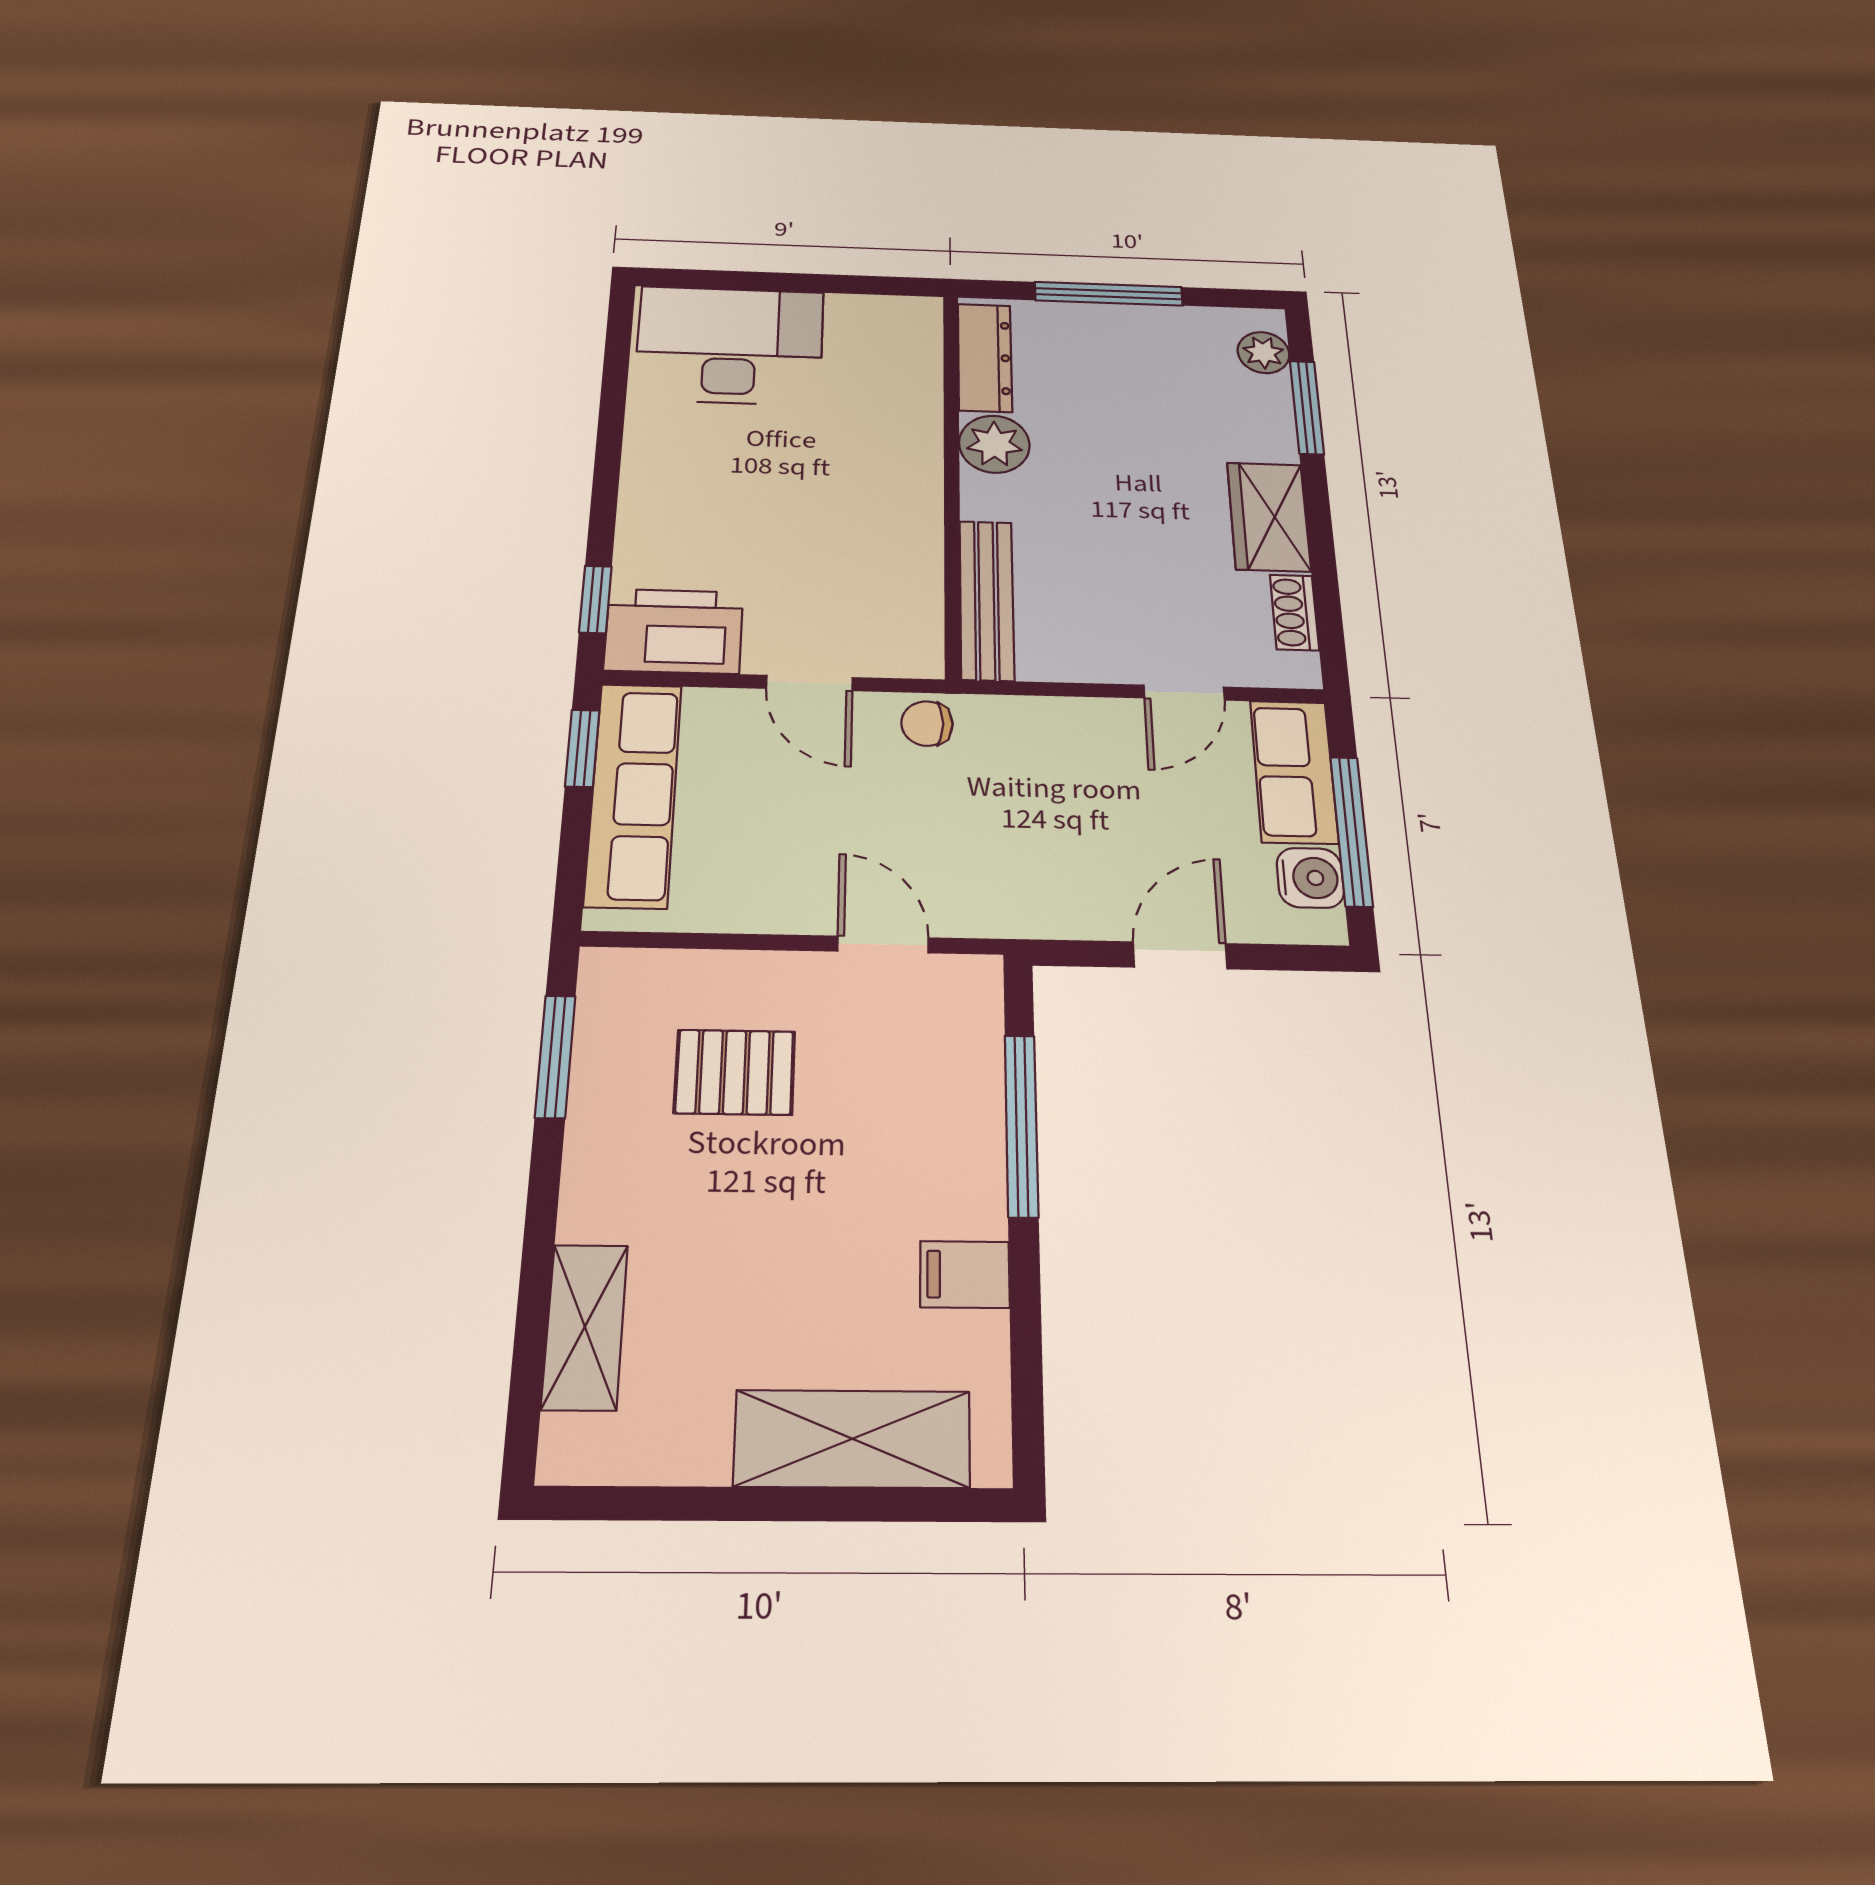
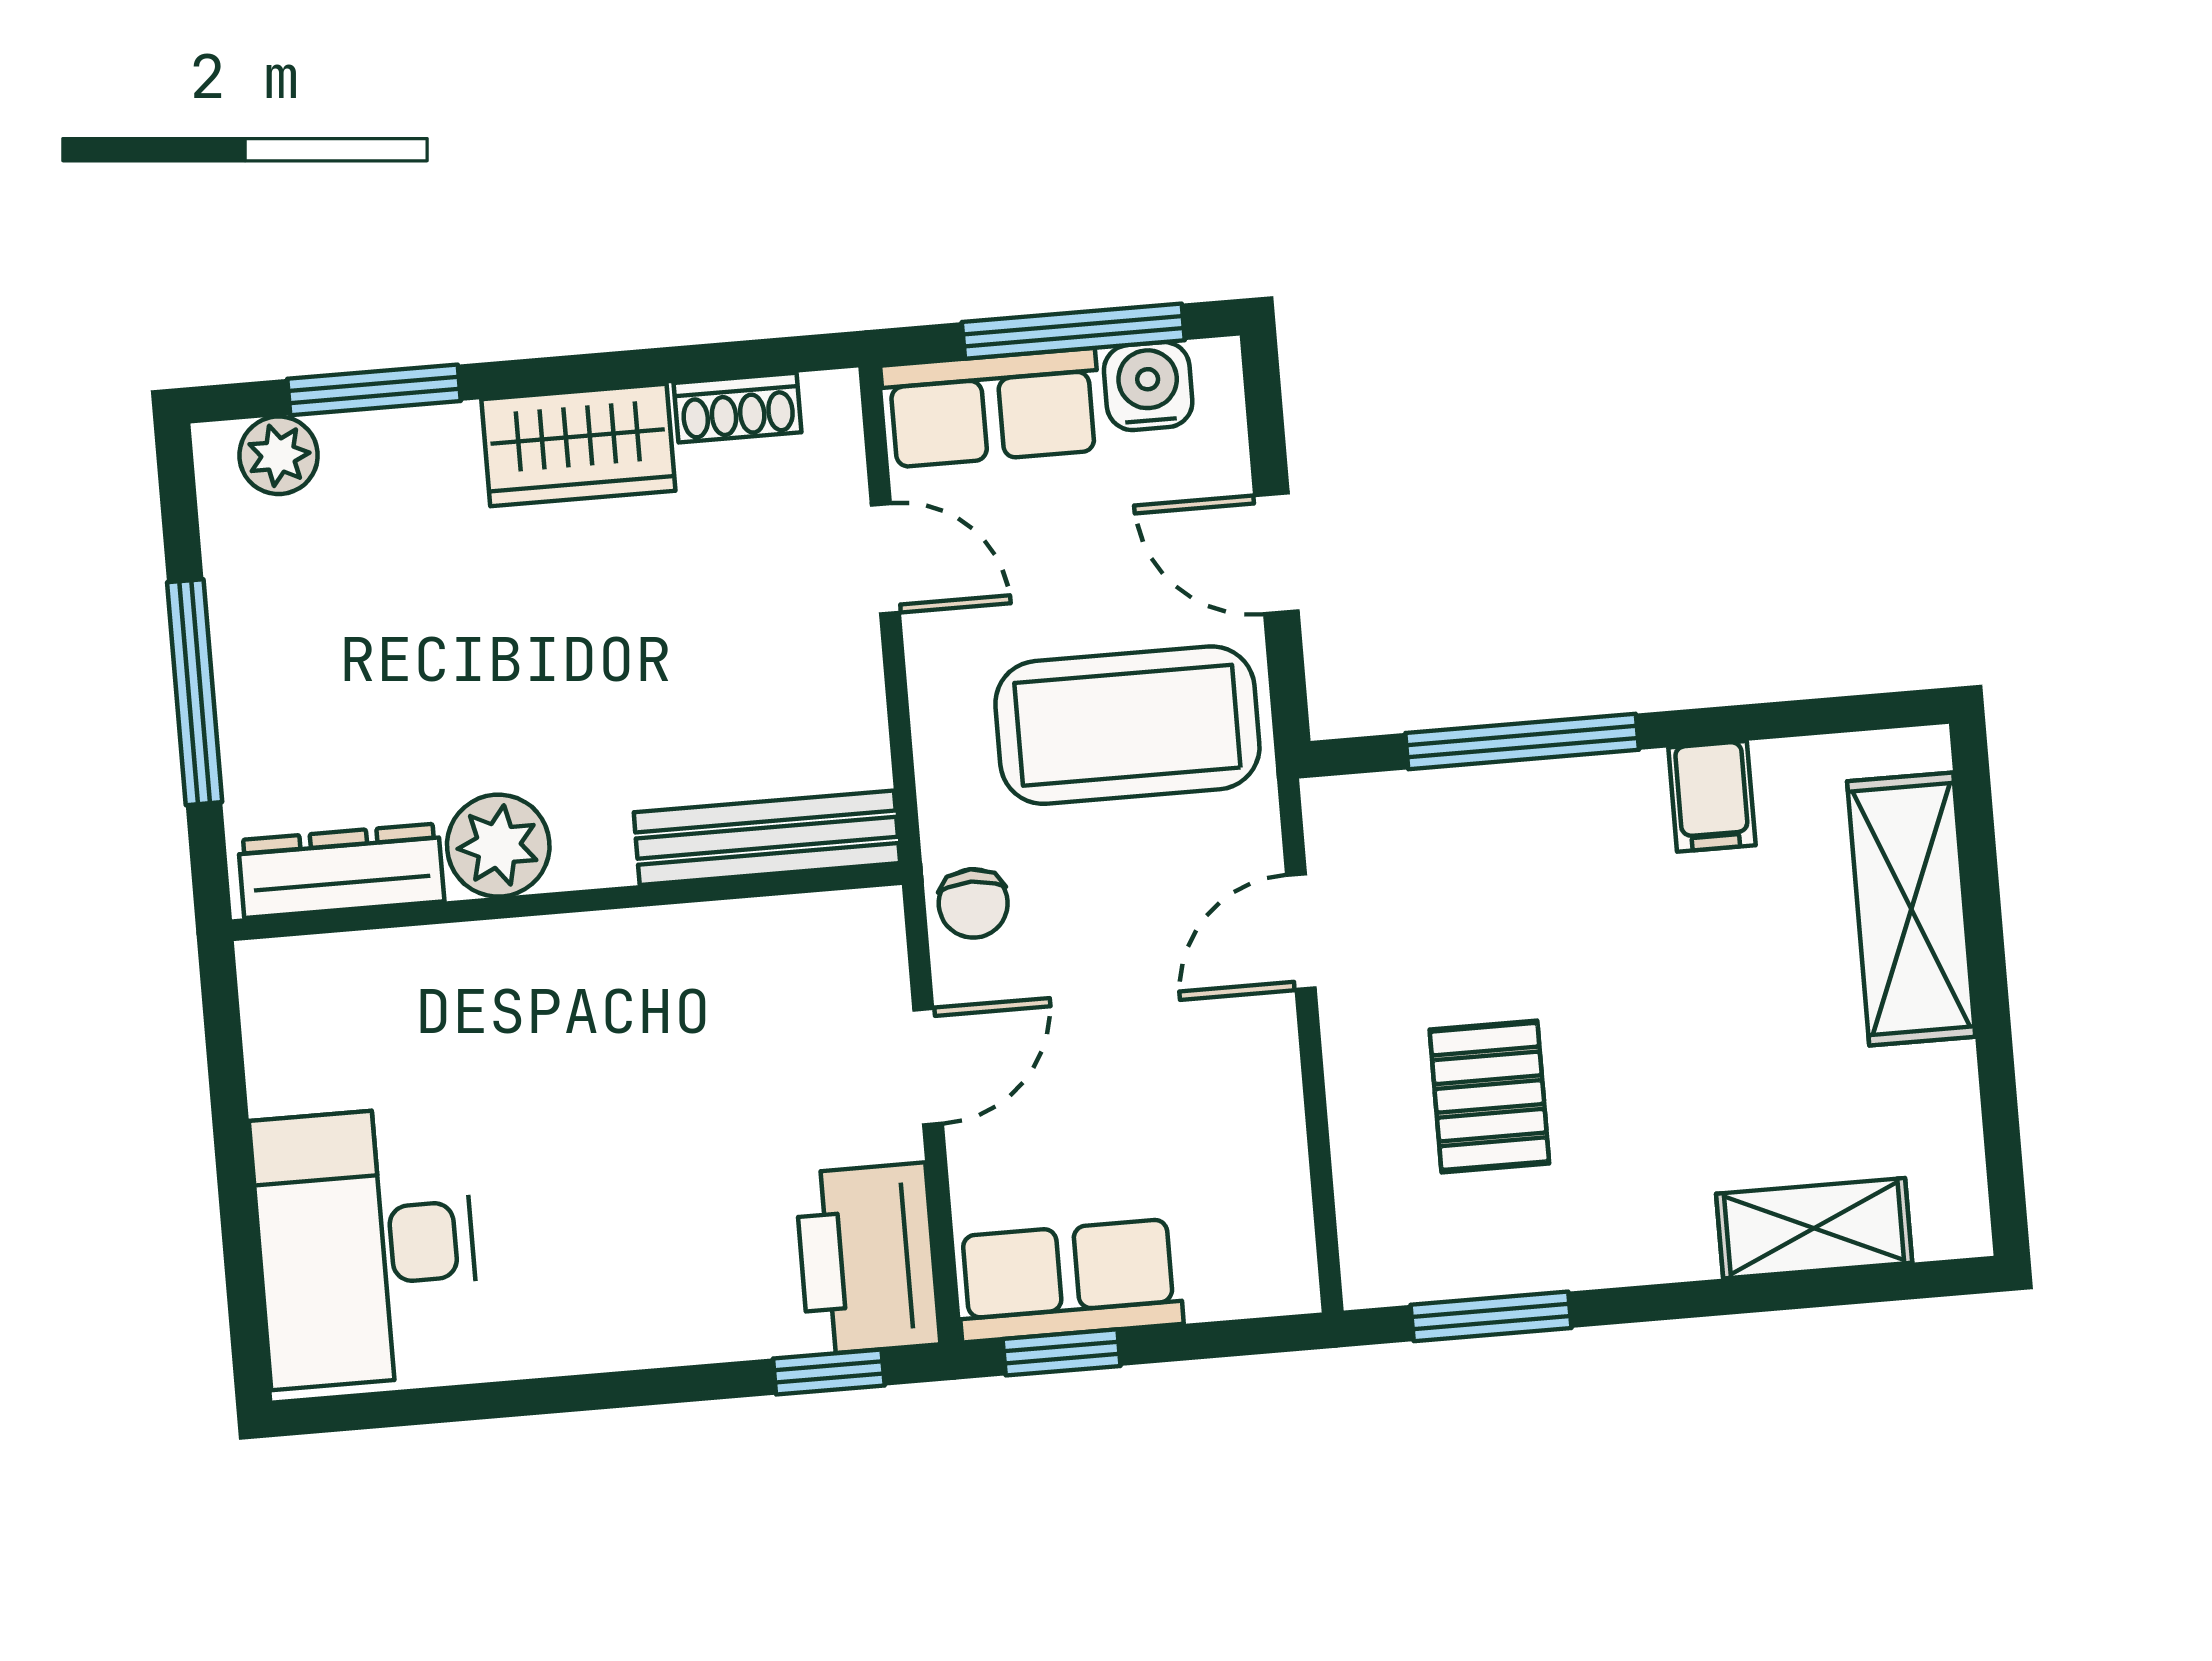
row of seats: (634, 794) -> (1069, 1280), width x0.68
coffee table: (1053, 839) -> (1127, 725), added

